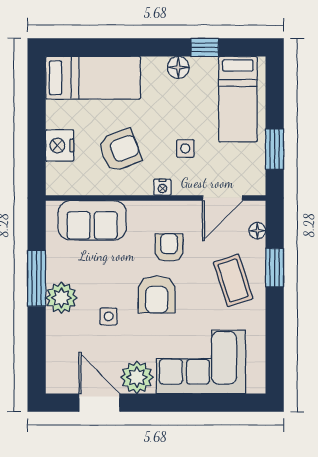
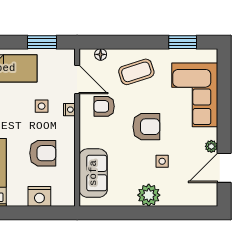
armchair: (120, 150) -> (43, 153), turned 111
nightstand: (162, 187) -> (69, 110), moved
armchair: (169, 247) -> (104, 106), moved
window: (275, 268) -> (183, 42), moved
window: (37, 278) -> (135, 213), removed
plant: (137, 377) -> (211, 146), width x0.53, depth x0.53

